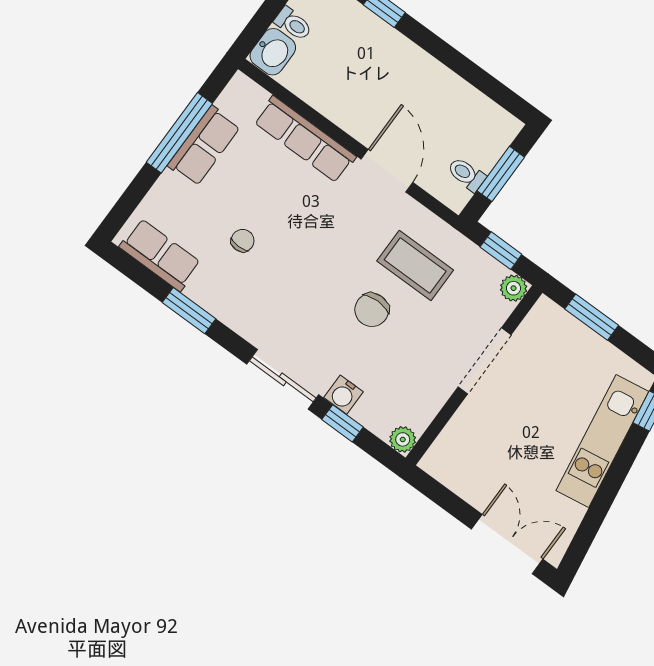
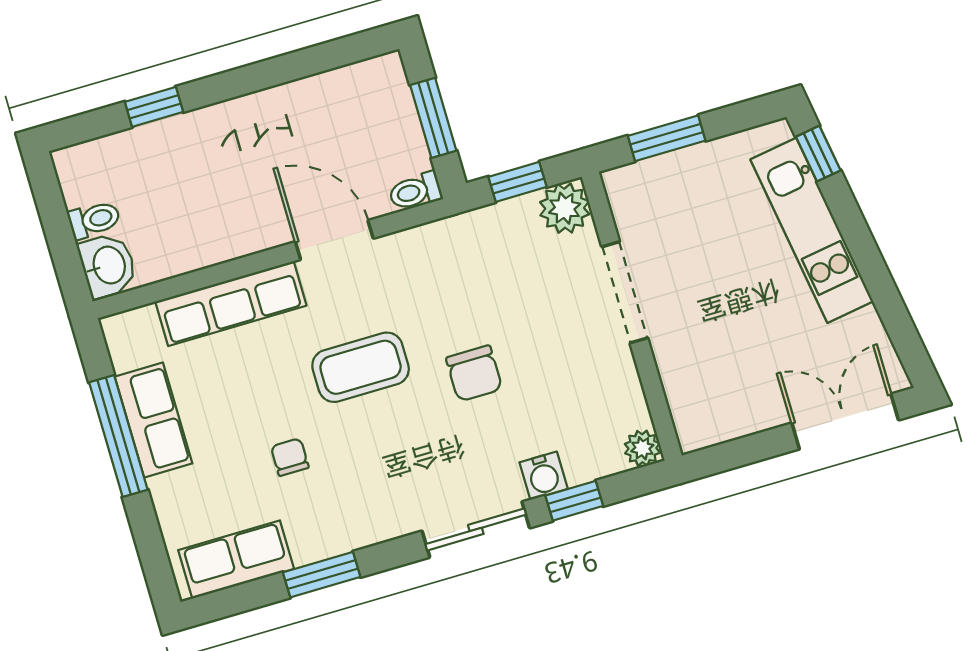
toilet: (466, 174) -> (415, 191), moved
coffee table: (415, 266) -> (361, 367), moved
plant: (514, 288) -> (565, 208), width x1.38, depth x1.38

